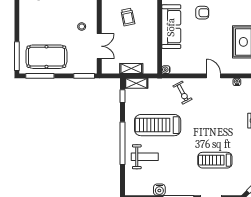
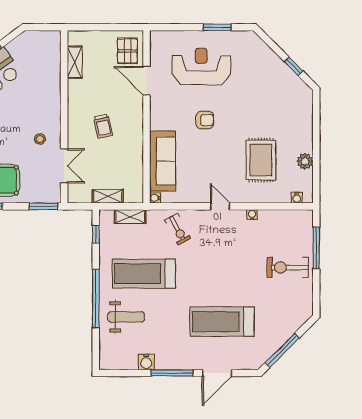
sofa: (171, 27) -> (163, 161), moved
shelving: (136, 83) -> (130, 217), moved
treadmill: (215, 160) -> (222, 322), width x1.37, depth x1.38

